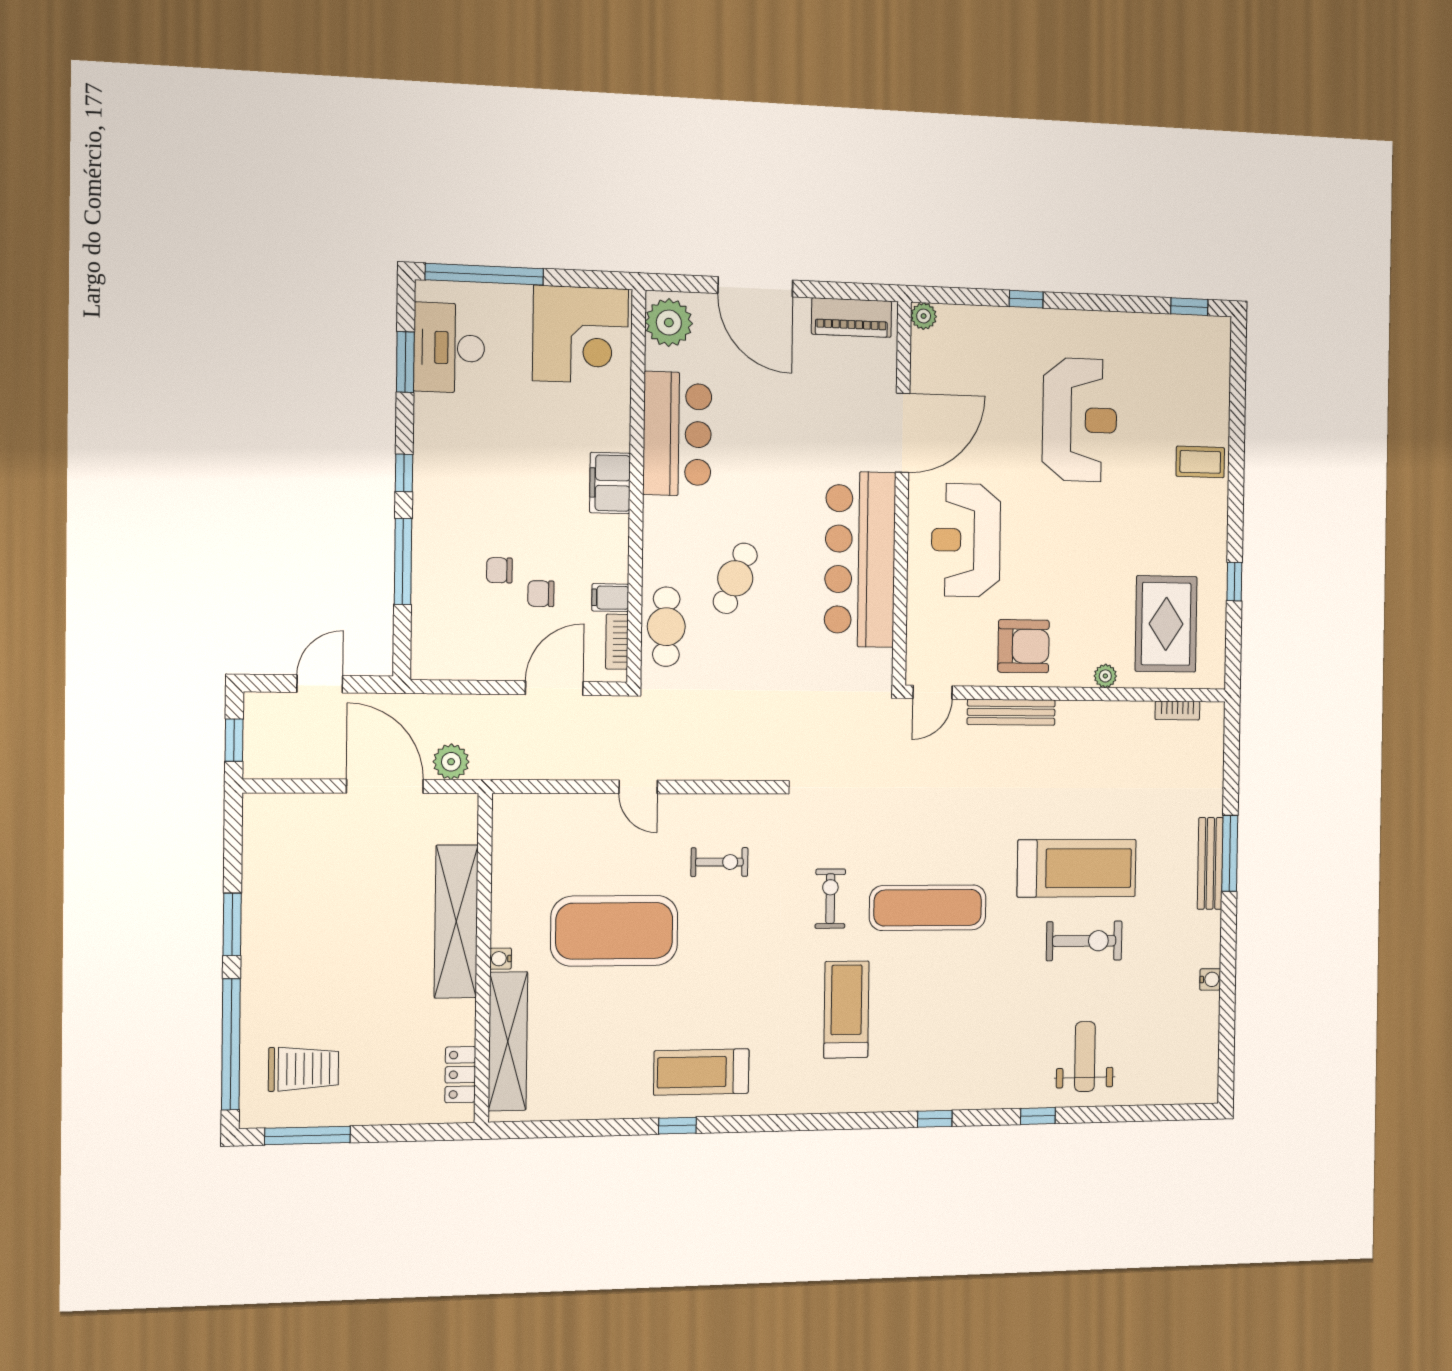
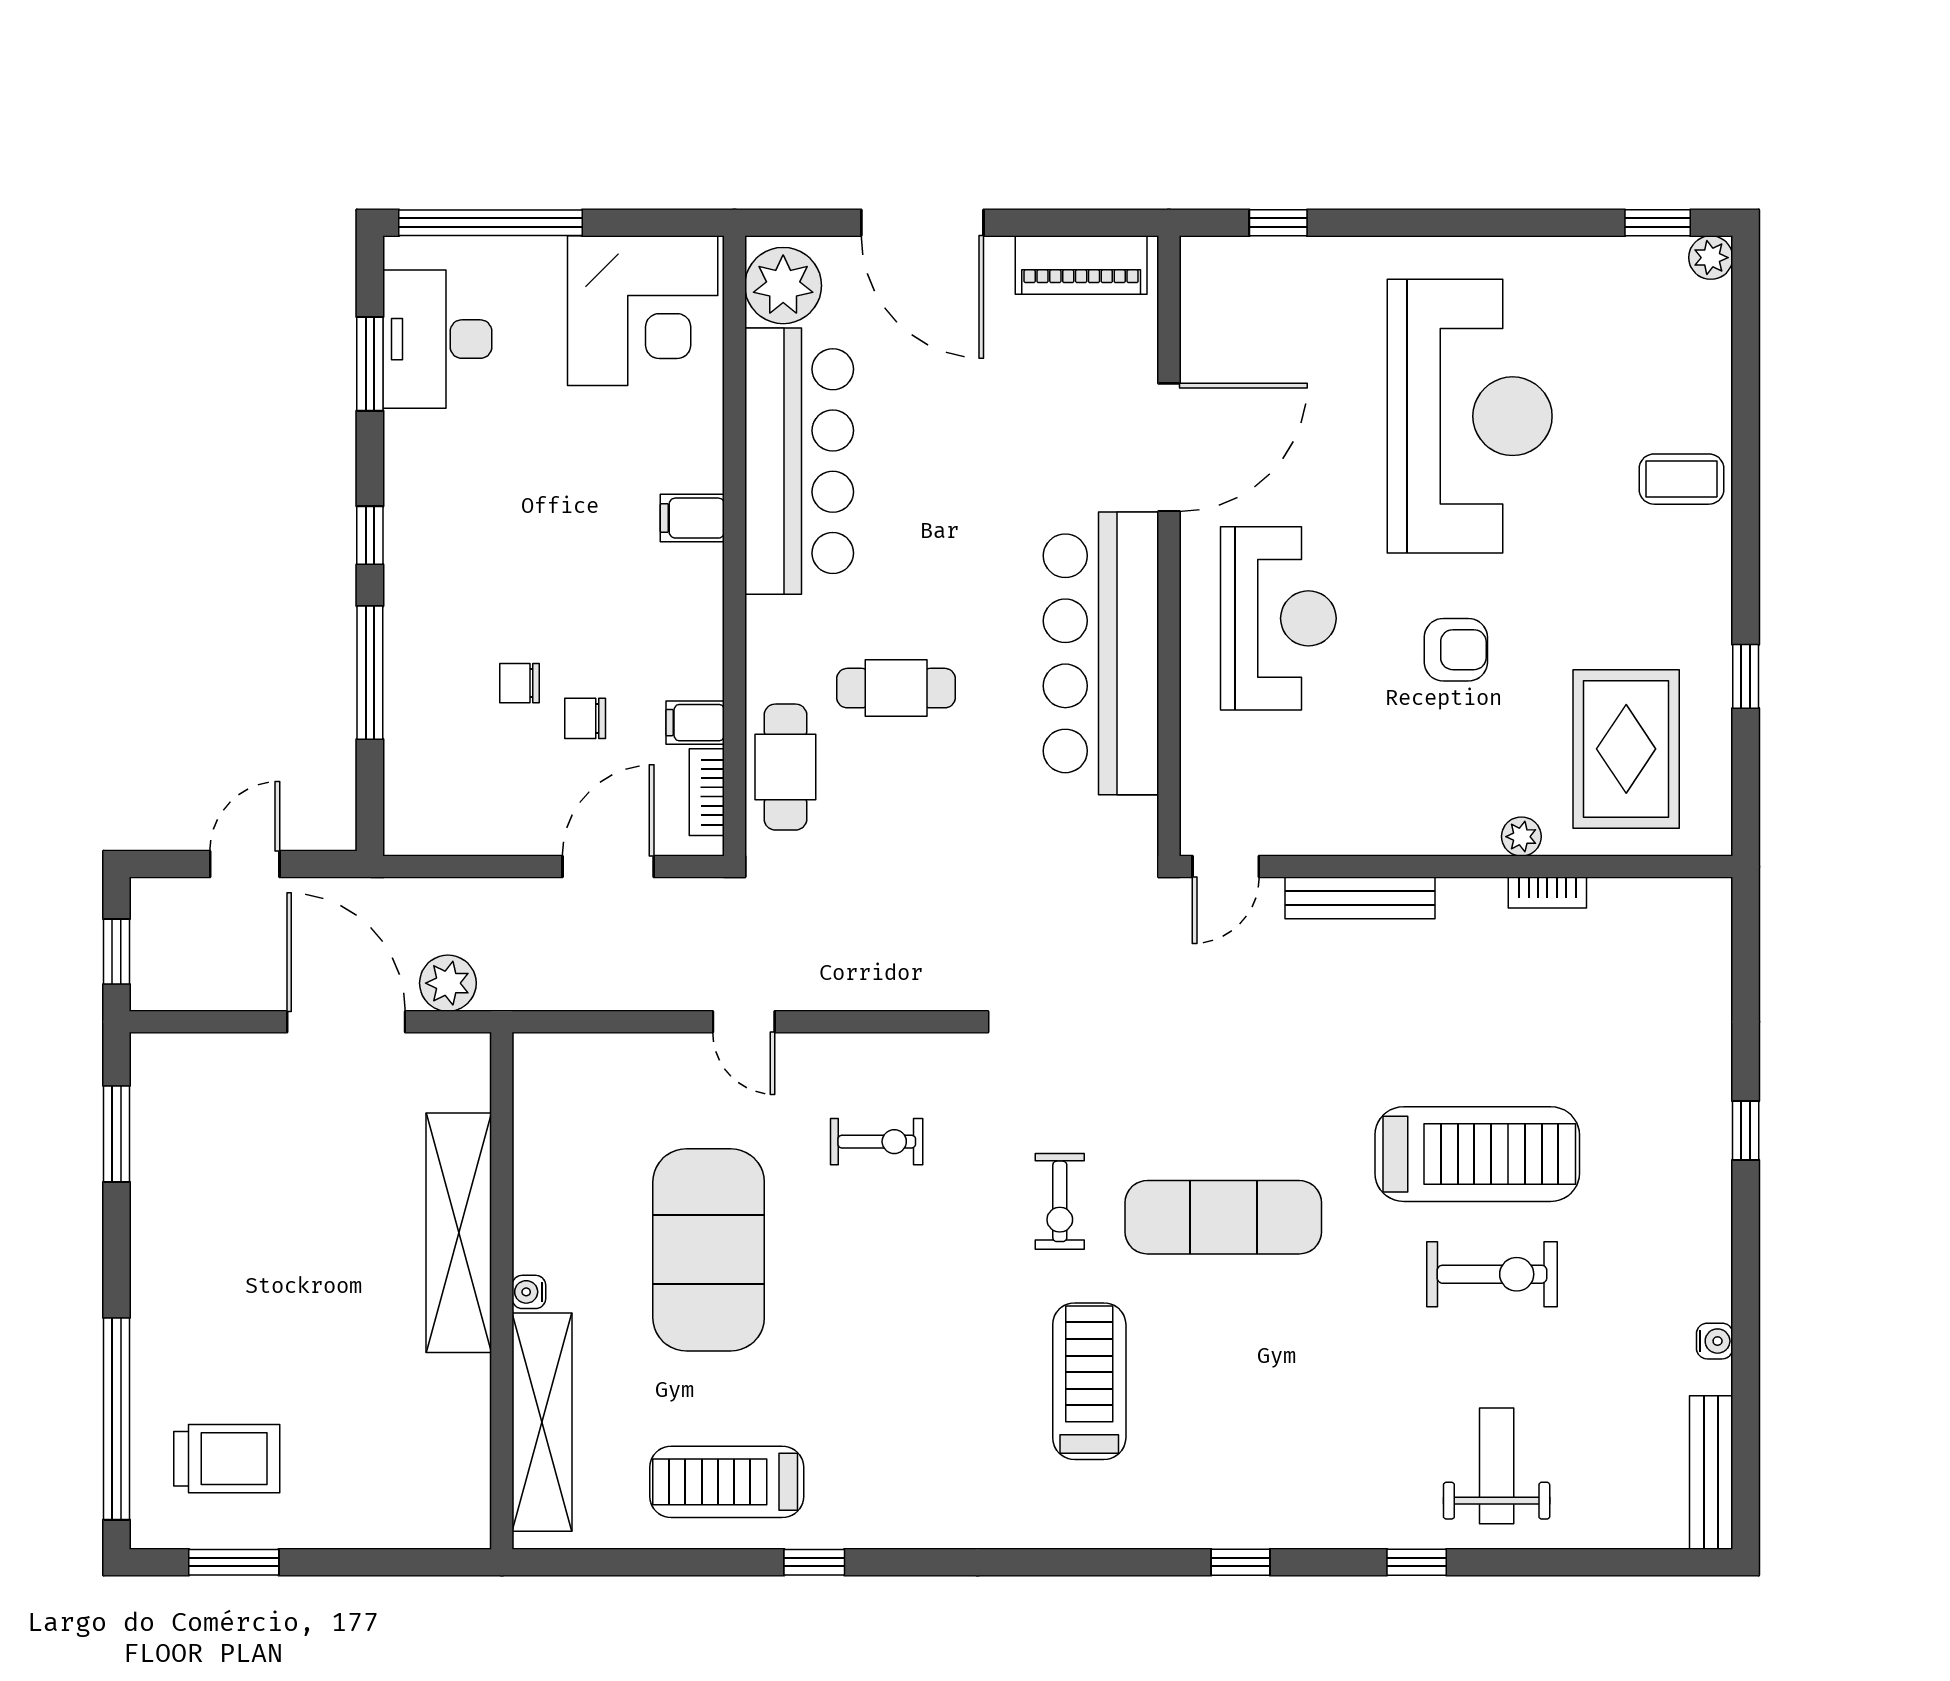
window: (1026, 299) -> (1278, 223), moved
plant: (924, 316) -> (1711, 258), moved
reception desk: (1080, 420) -> (1470, 416), width x1.36, depth x1.30
bar counter: (677, 434) -> (799, 461), width x1.36
filing cabinet: (610, 483) -> (692, 518), width x0.50
reception desk: (966, 540) -> (1278, 618), turned 180
cafe table: (735, 578) -> (896, 688), turned 68
armchair: (1024, 646) -> (1456, 650), moved, width x0.72, depth x0.72
bookcase: (1177, 711) -> (1547, 893), moved
window: (1230, 853) -> (1746, 1130), width x0.46
bench: (1210, 863) -> (1711, 1472), moved
exercise bike: (830, 899) -> (1060, 1201), turned 180
window: (232, 924) -> (116, 1134), moved
exercise mat: (614, 931) -> (709, 1250), turned 90
treadmill: (701, 1072) -> (727, 1482), moved
locker: (460, 1075) -> (468, 1473), removed
window: (307, 1135) -> (234, 1562), width x0.69

